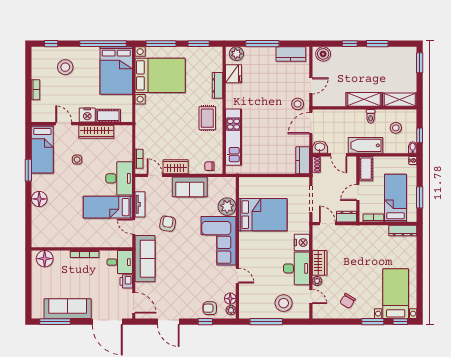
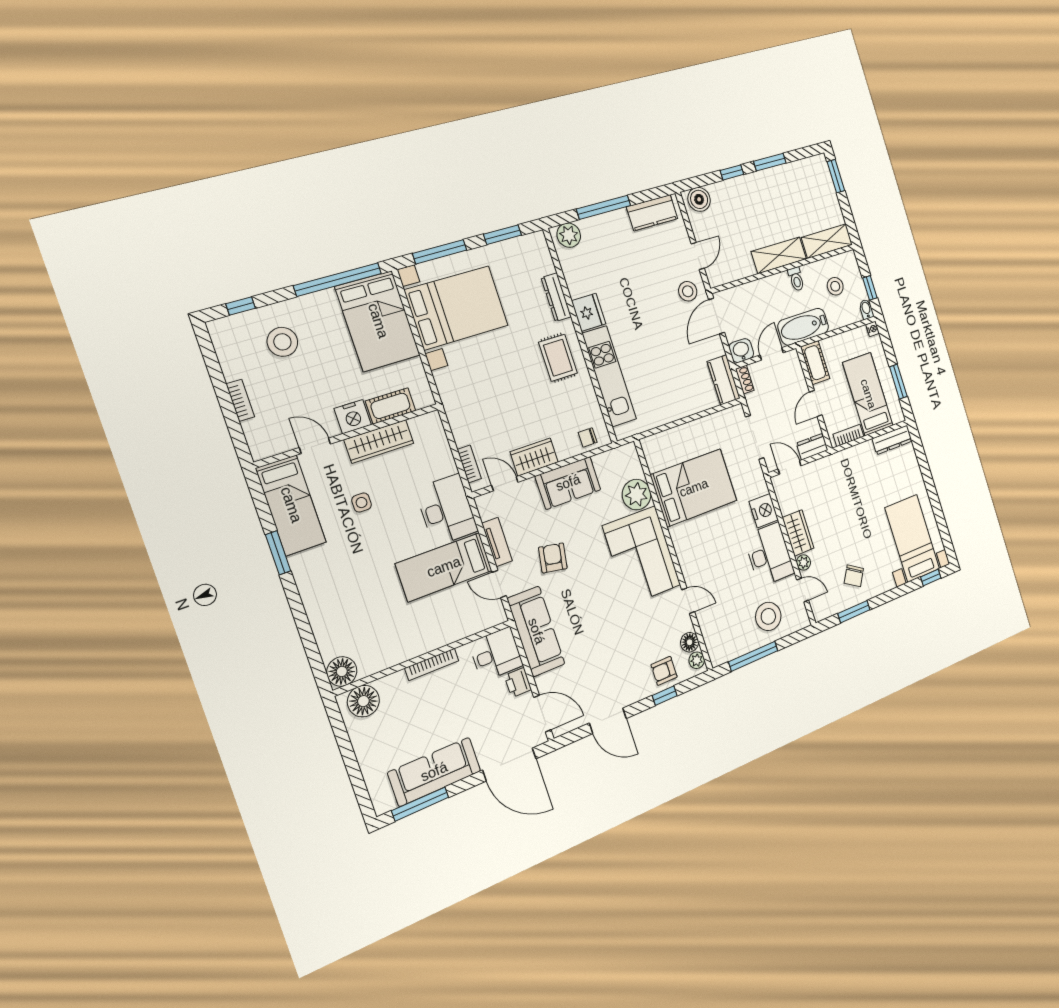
fridge: (233, 74) -> (589, 312), moved
door: (339, 155) -> (772, 354), swing flipped
floor lamp: (39, 199) -> (342, 671), moved
window: (373, 322) -> (854, 612), moved

